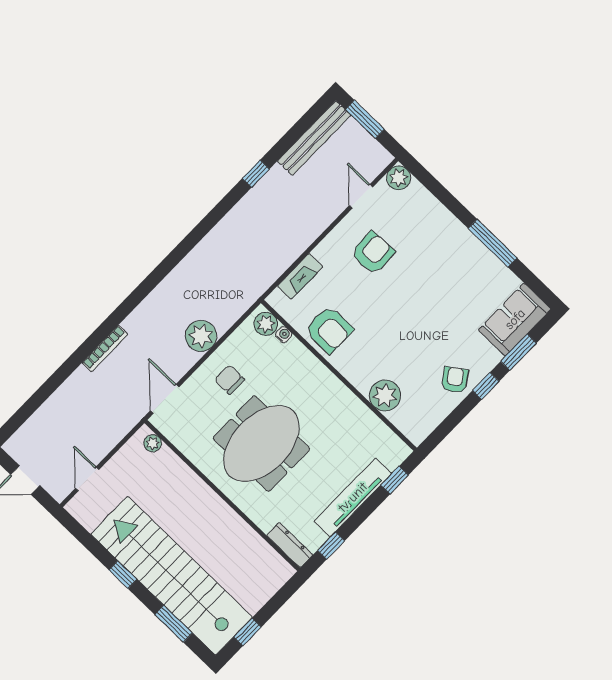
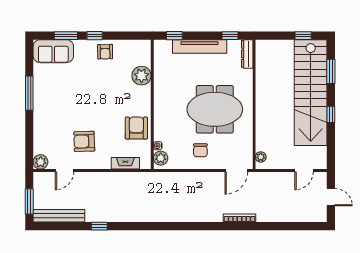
plant: (201, 336) -> (193, 181), removed
armchair: (455, 380) -> (105, 52), turned -56

